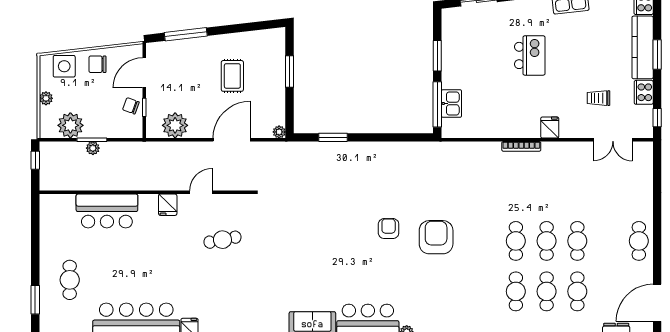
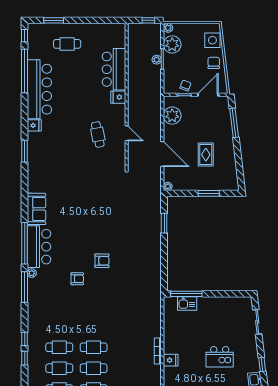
window: (437, 56) -> (219, 294), removed
door: (144, 73) -> (208, 95), hinge flipped
rug: (232, 76) -> (206, 155), turned 90
plant: (46, 98) -> (168, 28), moved
fridge: (550, 128) -> (171, 360), moved
fridge: (168, 205) -> (118, 97), moved
armchair: (436, 237) -> (77, 279), moved, width x0.53, depth x0.53
cafe table: (222, 240) -> (98, 134), moved

